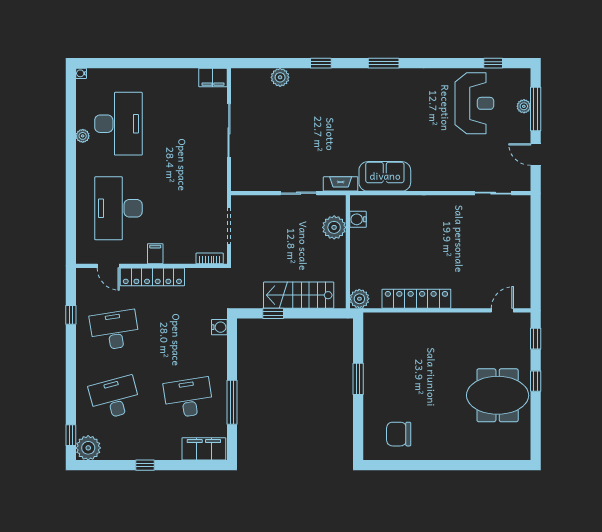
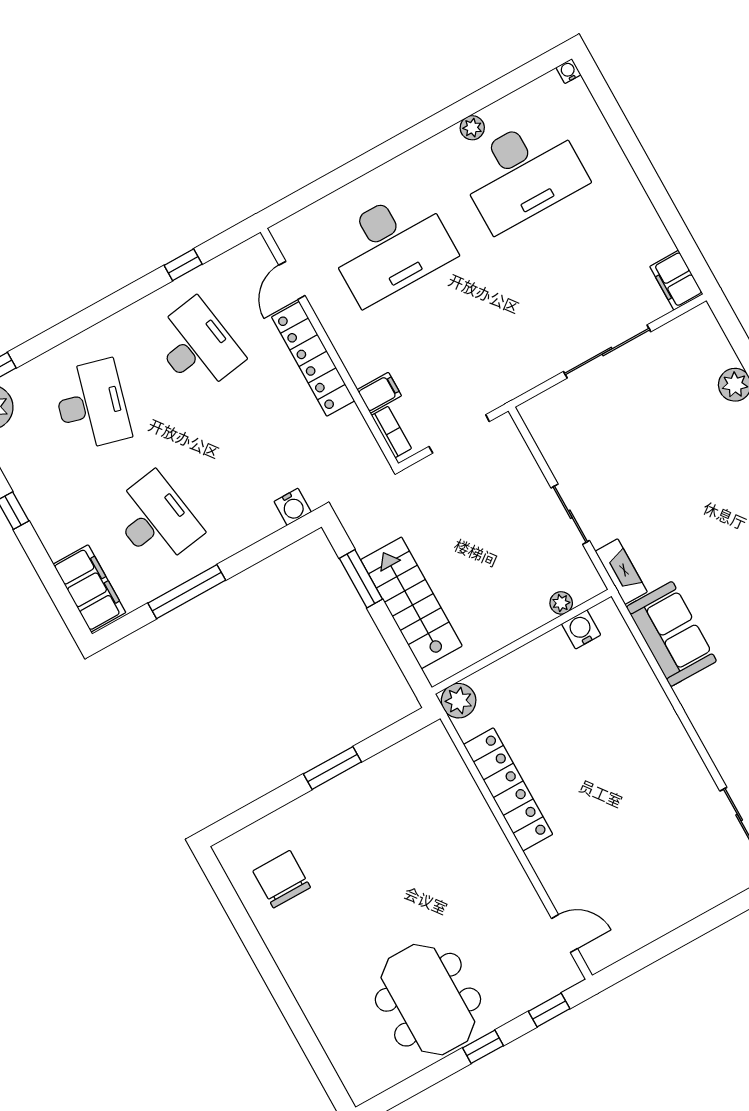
desk: (118, 208) -> (391, 246), turned 180
plant: (334, 227) -> (561, 603), width x0.53, depth x0.53
filing cabinet: (155, 254) -> (379, 393), moved
window: (273, 313) -> (361, 579), width x1.50
desk: (115, 398) -> (92, 405), turned 30

